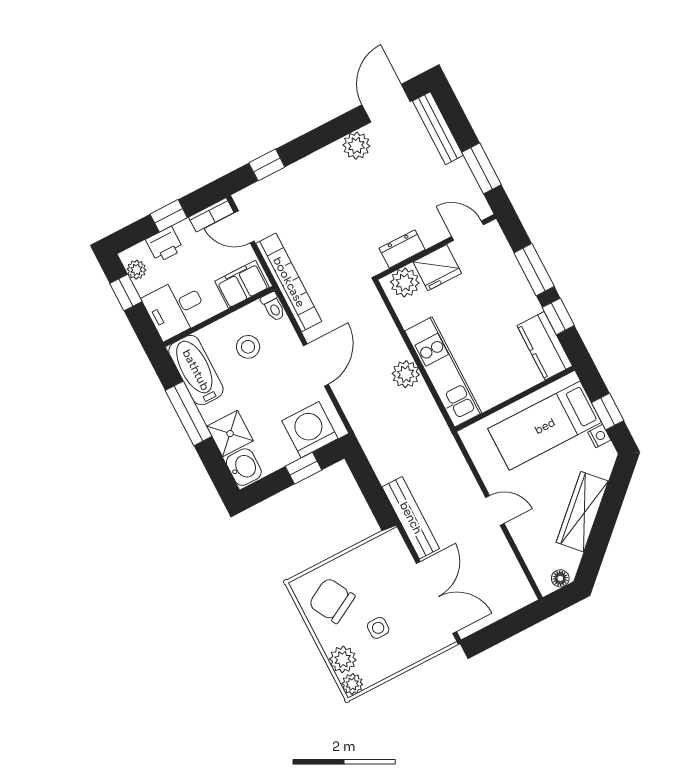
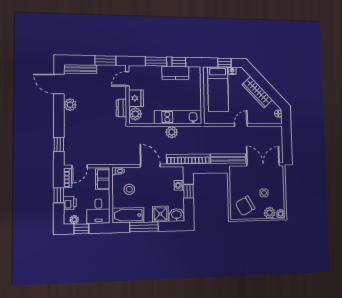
bookcase: (289, 282) -> (188, 159), moved
kitchen counter: (545, 346) -> (175, 73), moved
washing machine: (310, 430) -> (179, 185), width x0.53, depth x0.53

